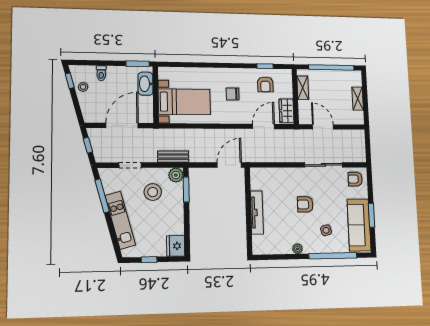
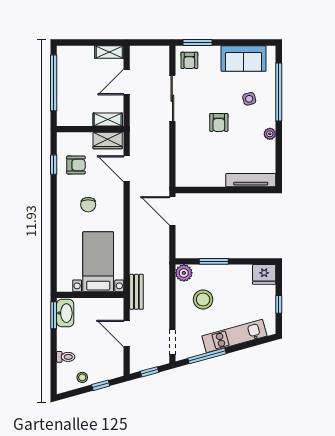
window: (70, 81) -> (101, 385), moved
washbasin: (145, 84) -> (65, 313), moved, turned -90
shelving: (303, 88) -> (108, 120), moved
shelving: (358, 99) -> (109, 52), moved
door: (122, 126) -> (127, 333), width x0.73
door: (323, 127) -> (127, 82), moved
bench: (173, 157) -> (136, 292), moved
doorway: (130, 165) -> (172, 342), moved
window: (186, 189) -> (214, 261), moved
tv unit: (257, 212) -> (251, 180), moved
window: (372, 215) -> (198, 42), moved
sofa: (359, 225) -> (244, 58), width x0.73

